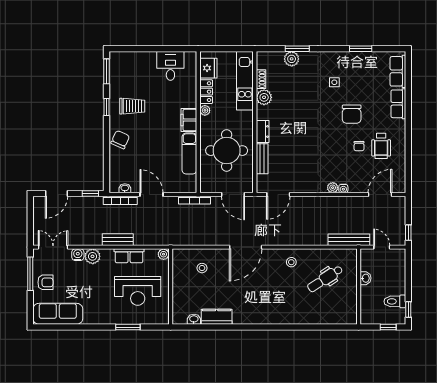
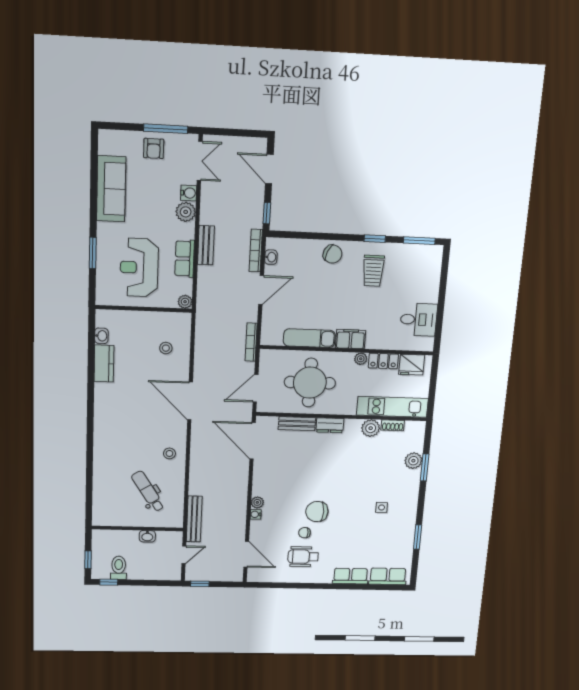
chair: (352, 114) -> (317, 512), moved
door: (278, 195) -> (253, 441), width x1.36
sofa: (58, 314) -> (111, 189), moved

